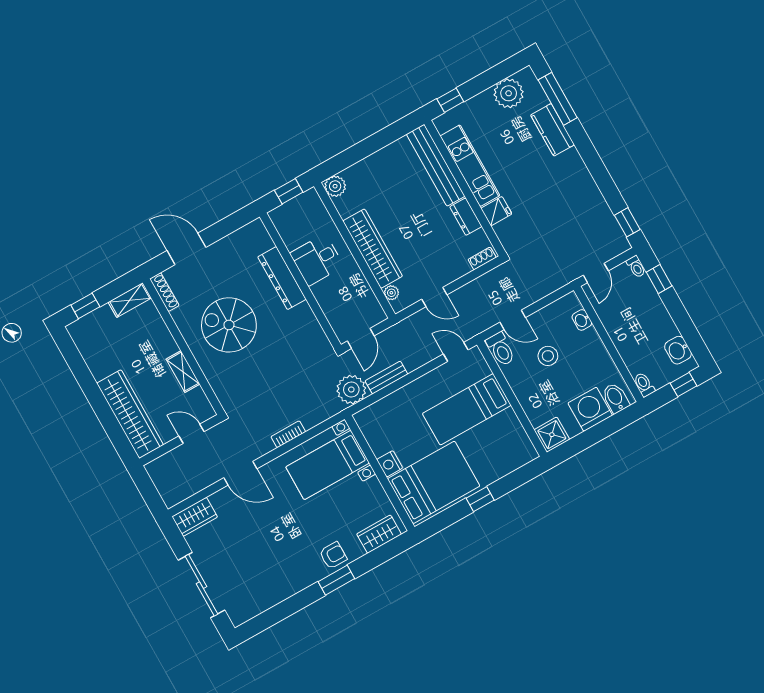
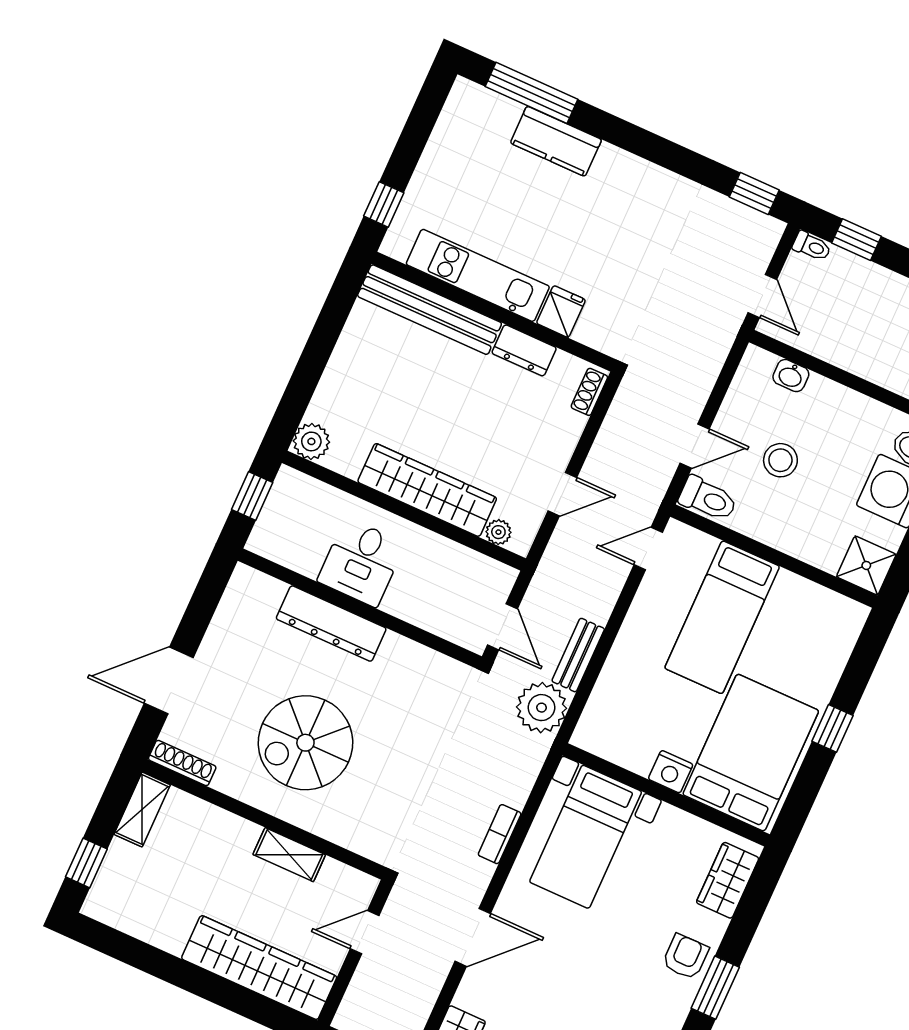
plant: (509, 93) -> (458, 135), removed

